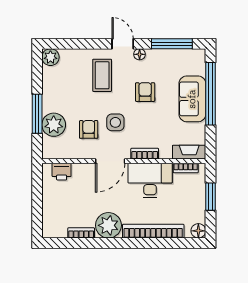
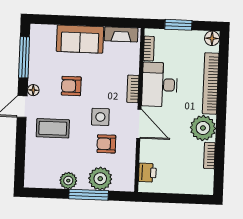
plant: (50, 57) -> (68, 181), moved
window: (211, 94) -> (76, 21), removed
fireplace: (189, 152) -> (121, 34), moved, turned -90

